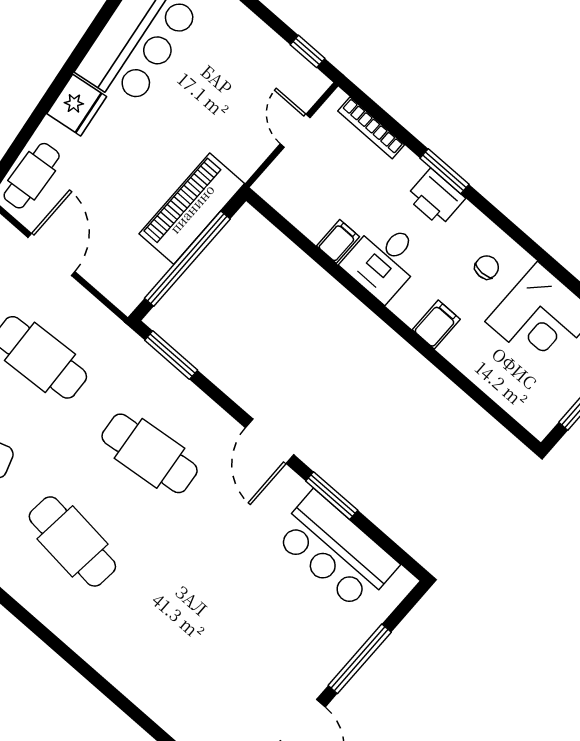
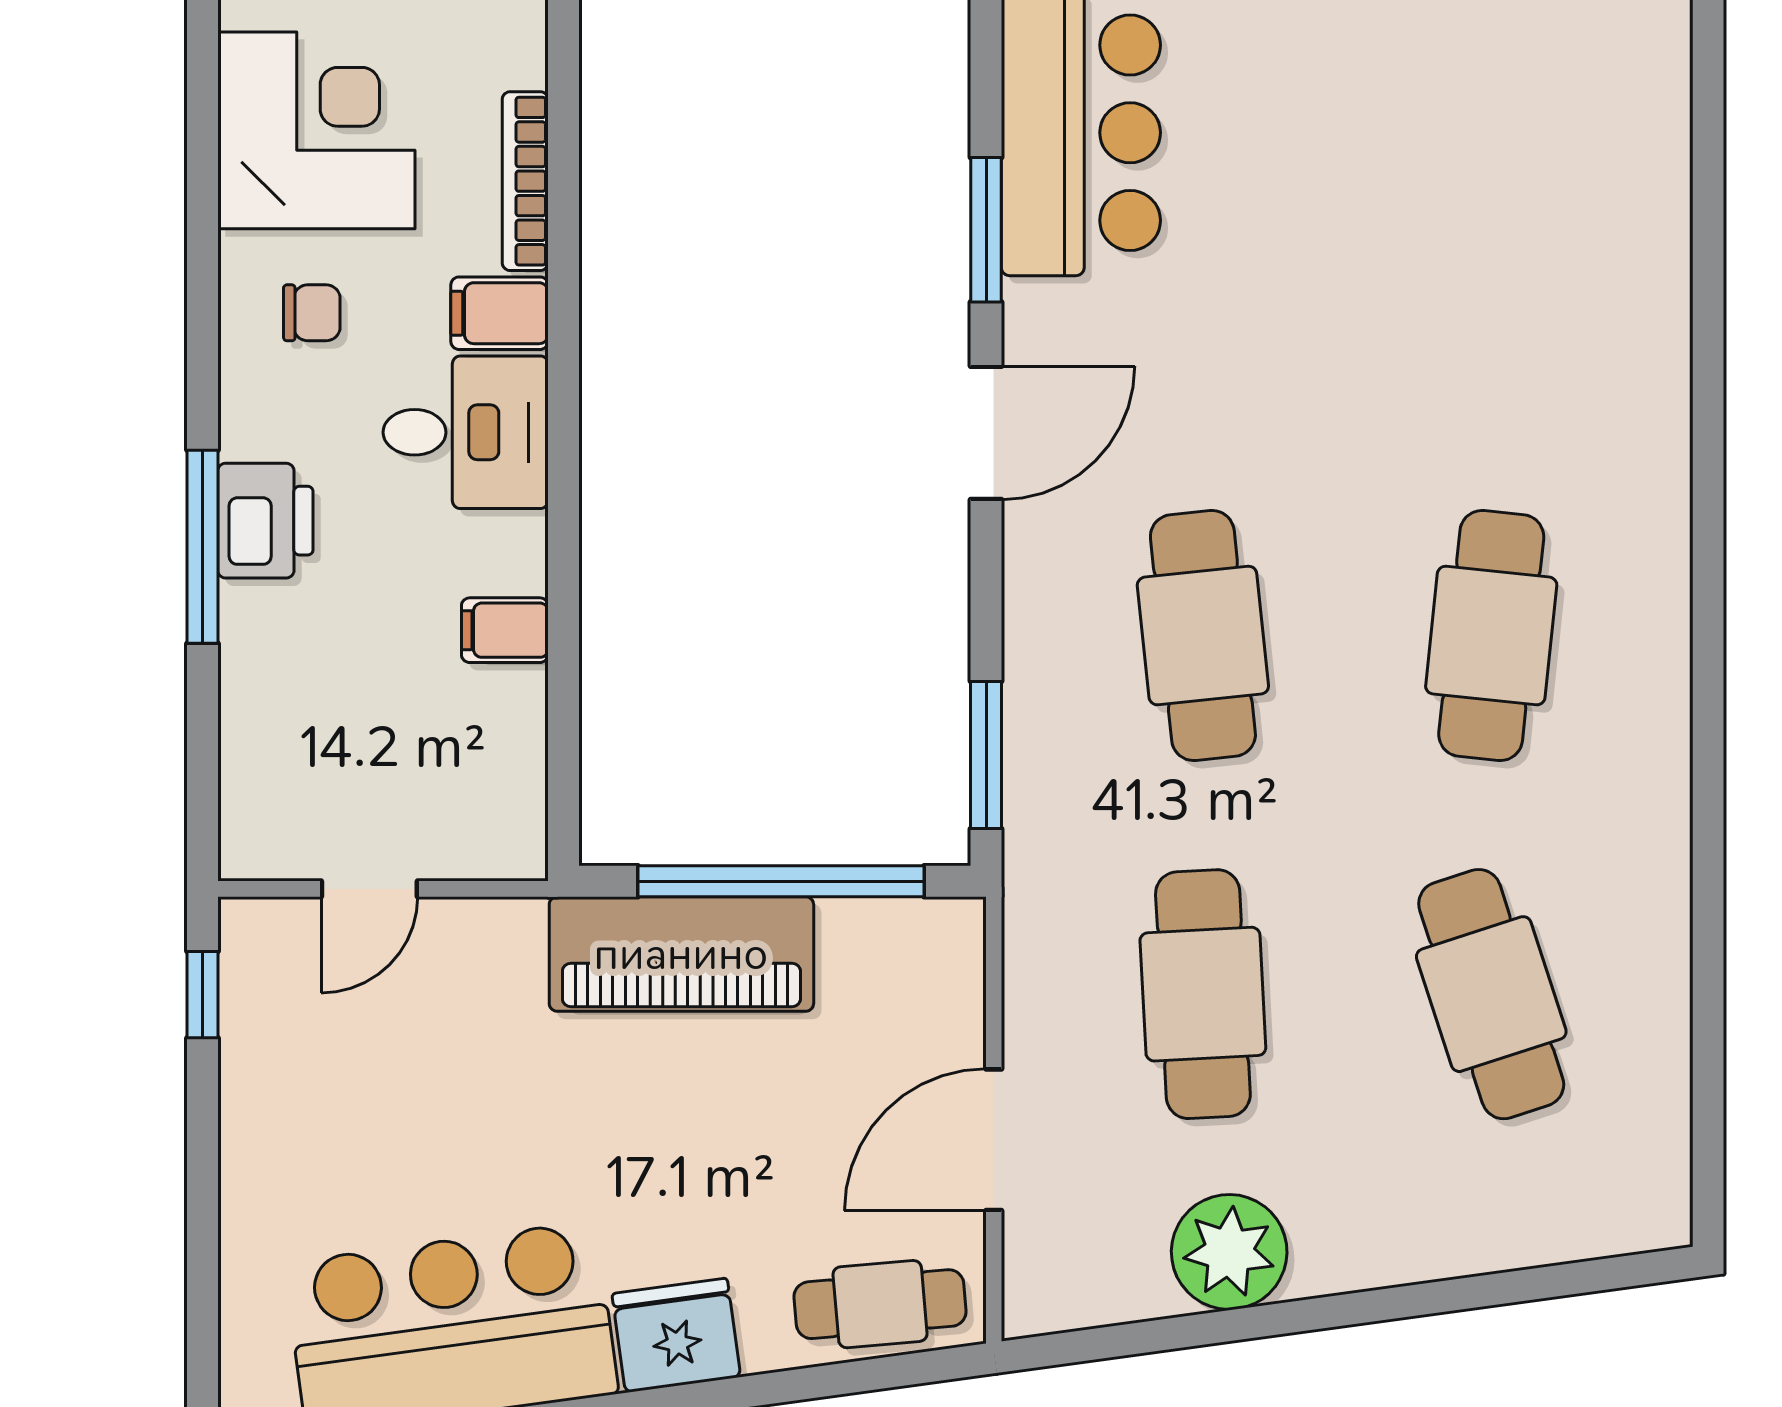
bookcase: (371, 128) -> (525, 181), moved, turned 180
window: (444, 171) -> (202, 547), width x1.44
desk: (384, 260) -> (466, 432), moved
chair: (487, 267) -> (312, 313), turned 180

